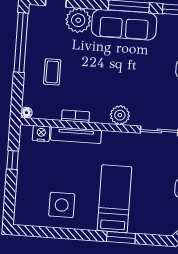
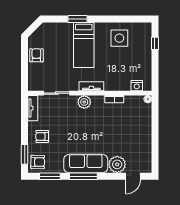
window: (21, 42) -> (155, 146), removed
coffee table: (52, 72) -> (132, 128), removed
tv unit: (76, 135) -> (91, 86), moved, width x0.71
window: (13, 160) -> (155, 43), moved

